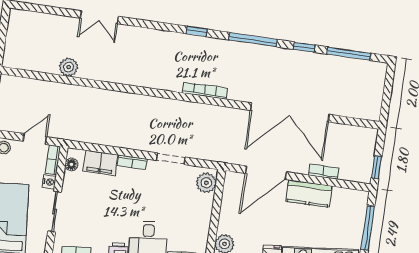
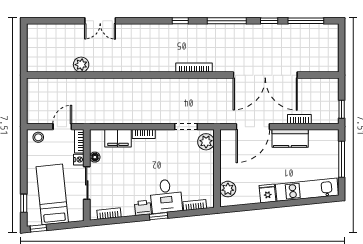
doorway: (171, 159) -> (186, 127), moved
floor lamp: (71, 164) -> (95, 157), moved

